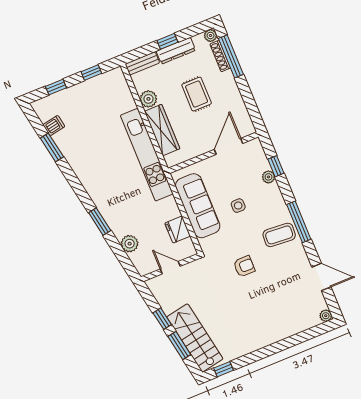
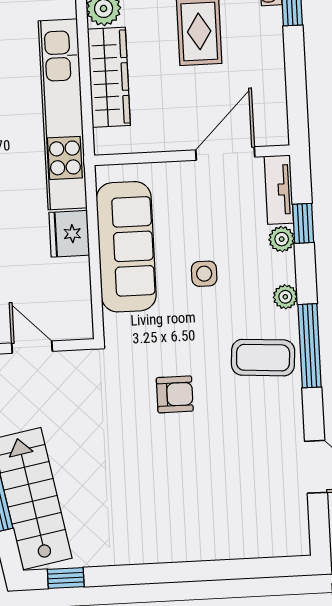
tv unit: (259, 154) -> (279, 190), added
fridge: (178, 230) -> (69, 234), moved
plant: (326, 316) -> (285, 297), moved

